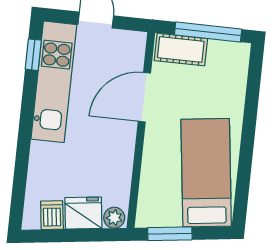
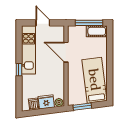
cot: (181, 50) -> (97, 31), moved
window: (33, 55) -> (19, 70), moved
door: (144, 97) -> (66, 52), hinge flipped

